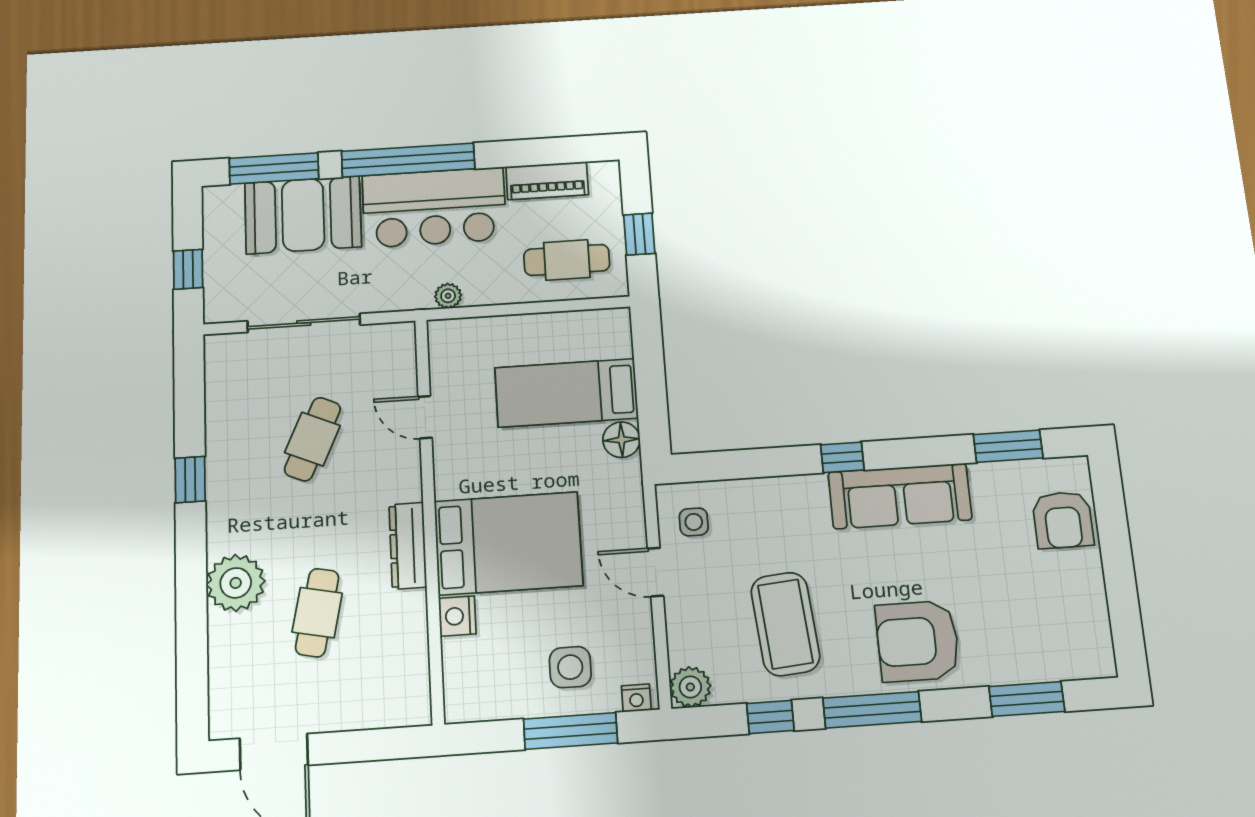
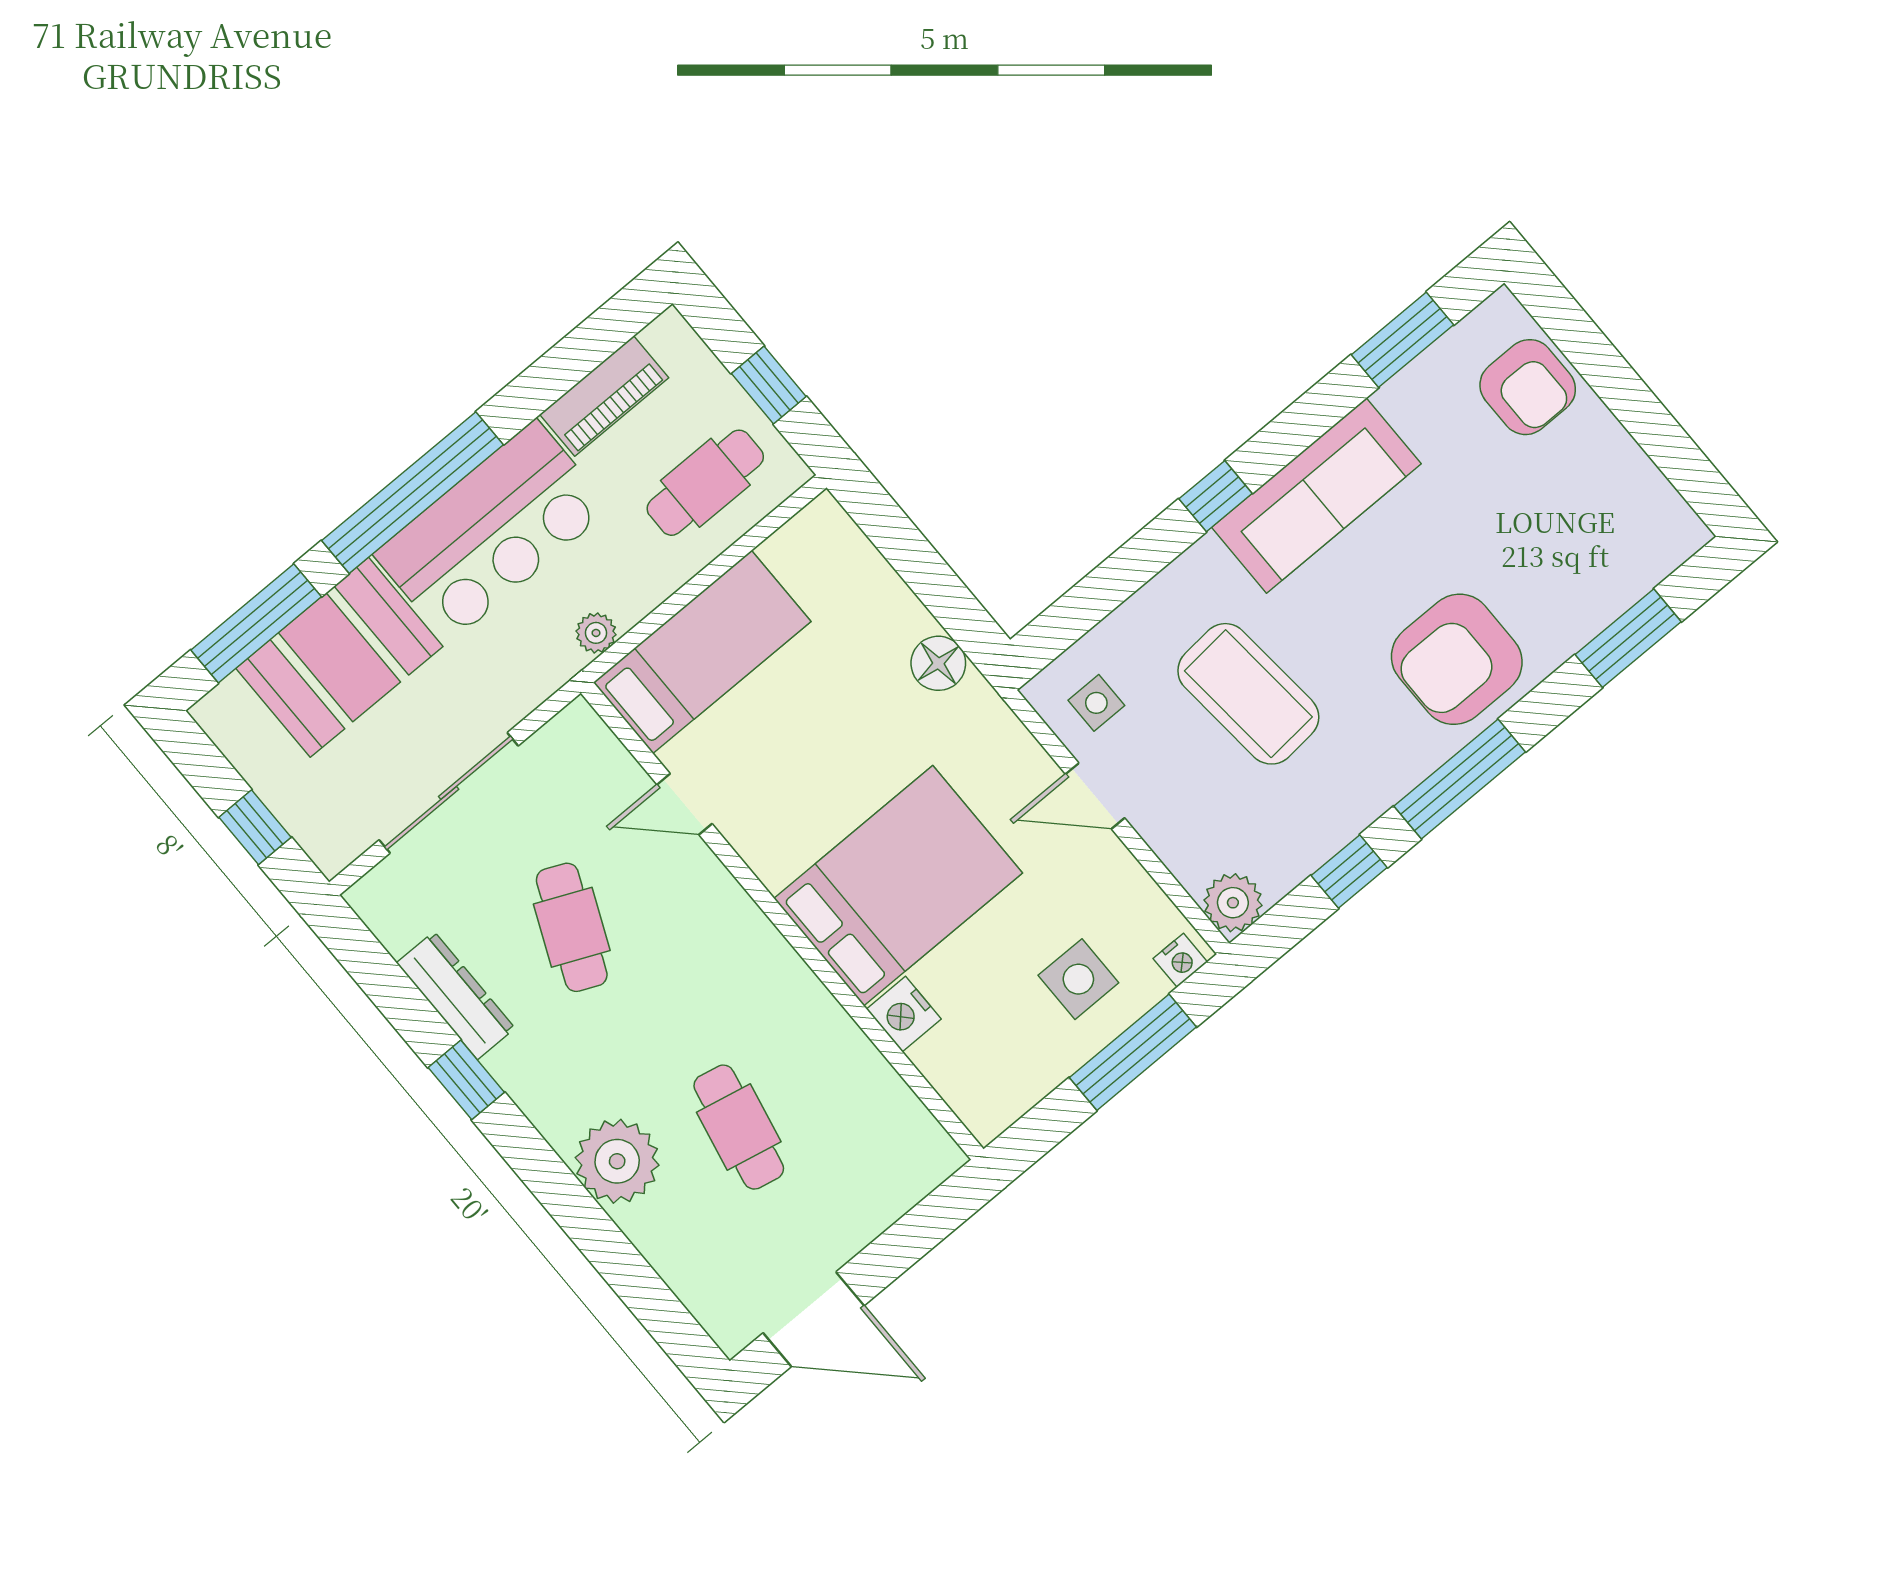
bed: (566, 393) -> (702, 652), moved, turned 180
dresser: (408, 546) -> (456, 996), moved, turned 180
coffee table: (785, 624) -> (1248, 694), moved

